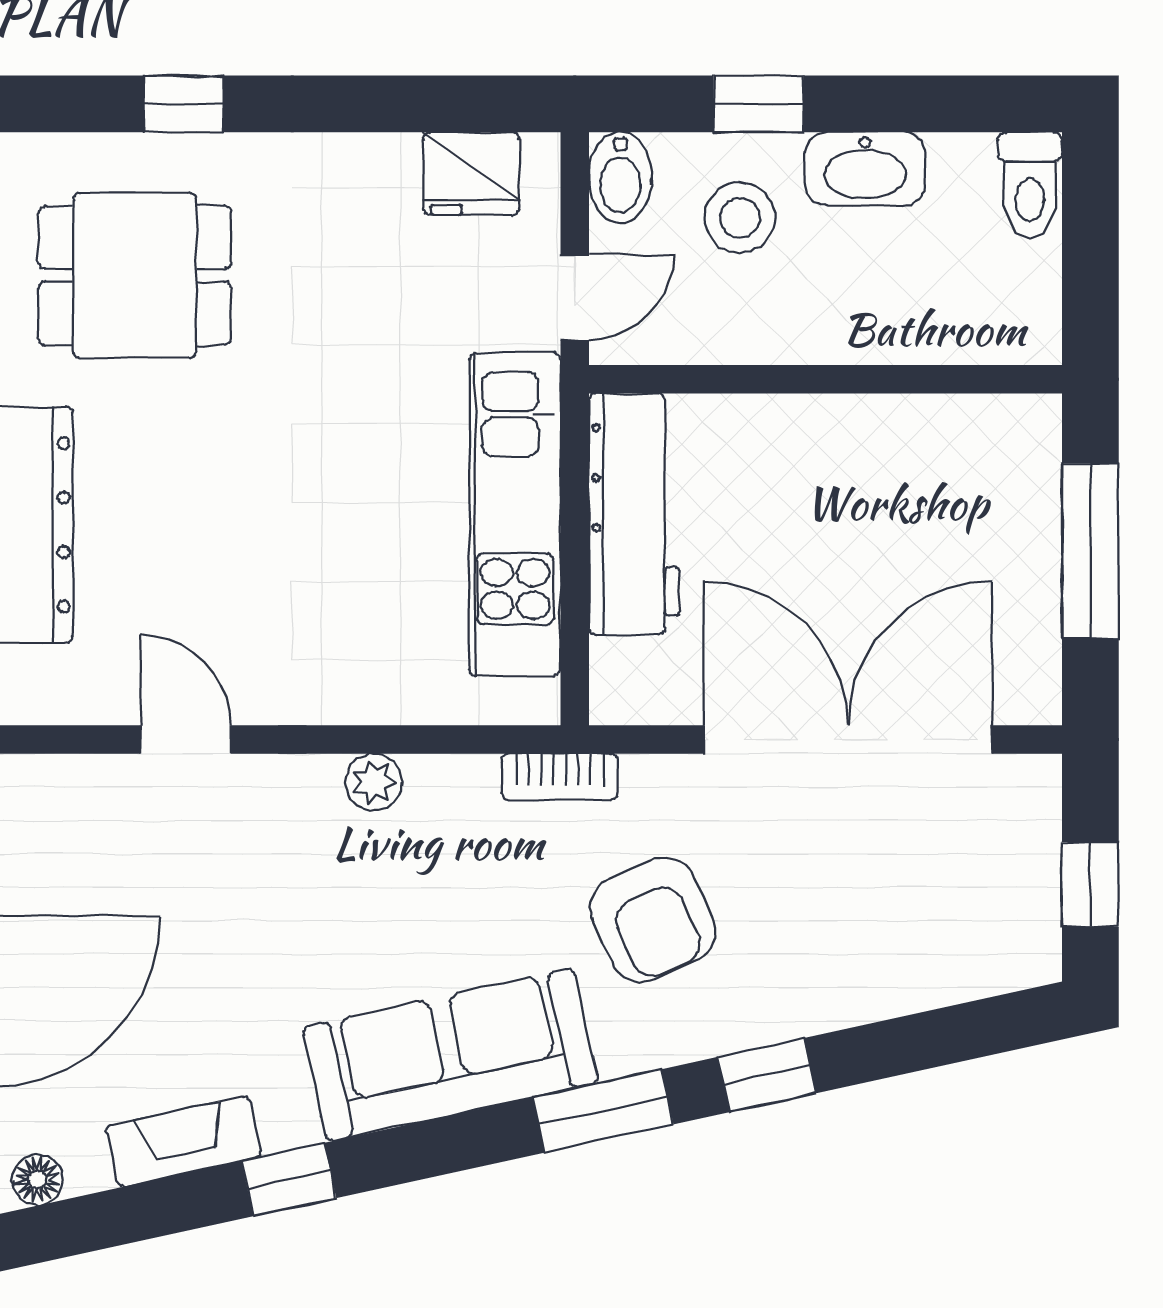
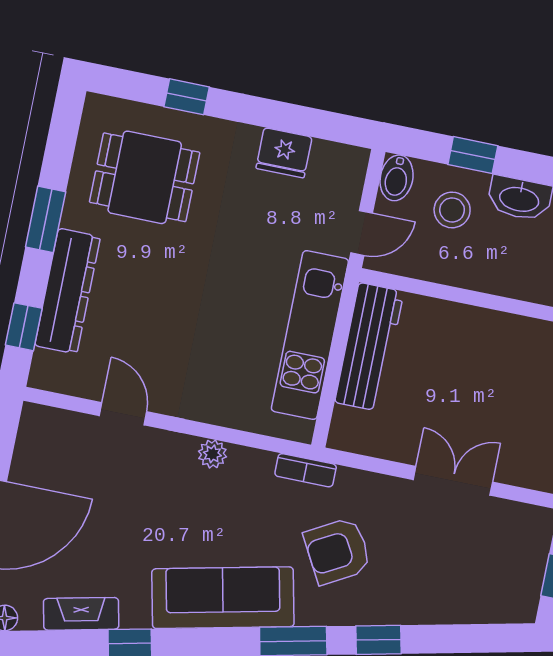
fridge: (471, 173) -> (284, 153), moved
double door: (848, 739) -> (453, 481), width x0.54
armchair: (653, 920) -> (337, 551), turned 85

